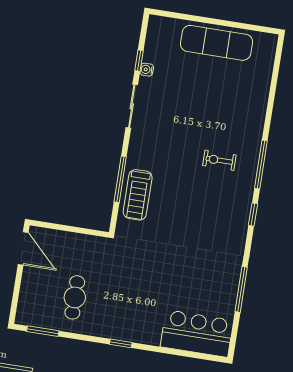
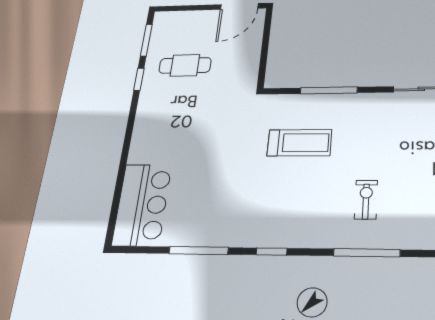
treadmill: (138, 195) -> (299, 143), moved, turned 180
window: (253, 215) -> (272, 252), moved
window: (121, 343) -> (139, 79), moved

